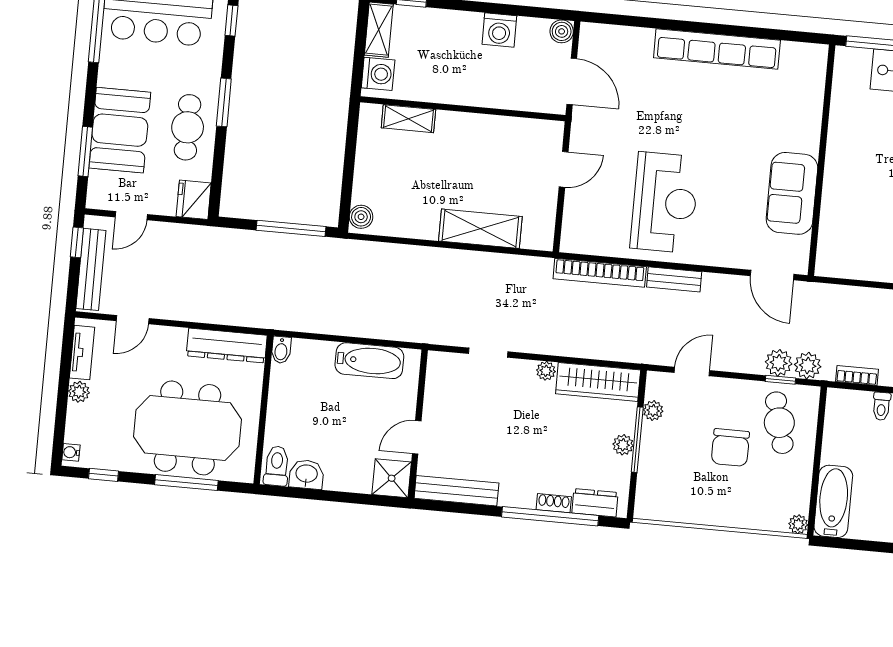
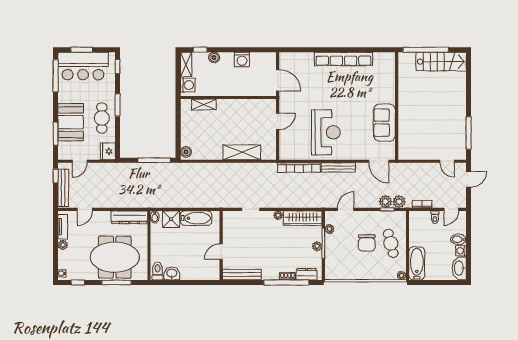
boiler: (562, 31) -> (214, 58), moved
bench: (674, 279) -> (338, 167), width x1.36
cafe table: (779, 423) -> (391, 243), moved
shower: (392, 478) -> (171, 219), moved

